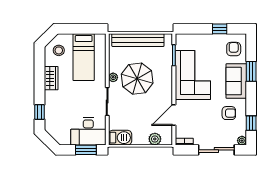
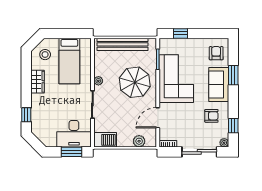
window: (220, 29) -> (180, 33), moved
parasol: (137, 79) -> (135, 82), moved

